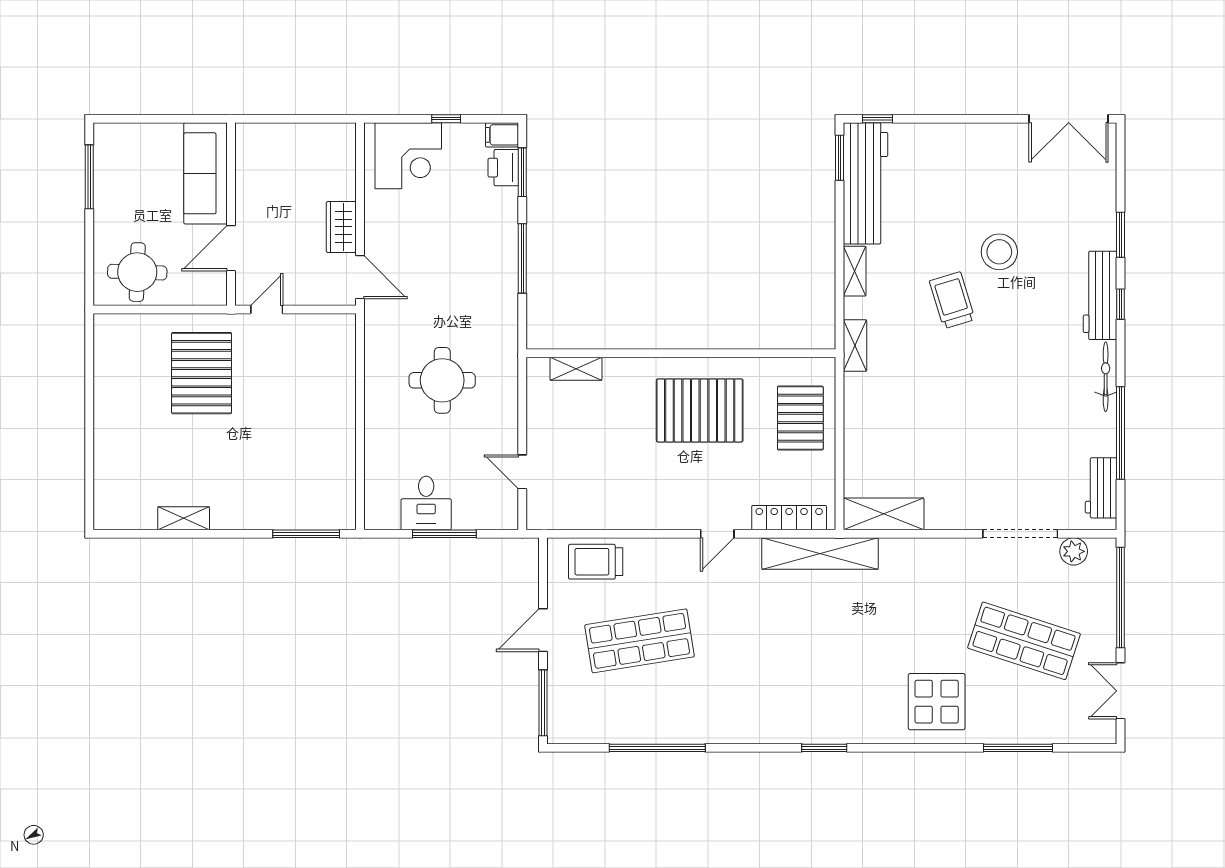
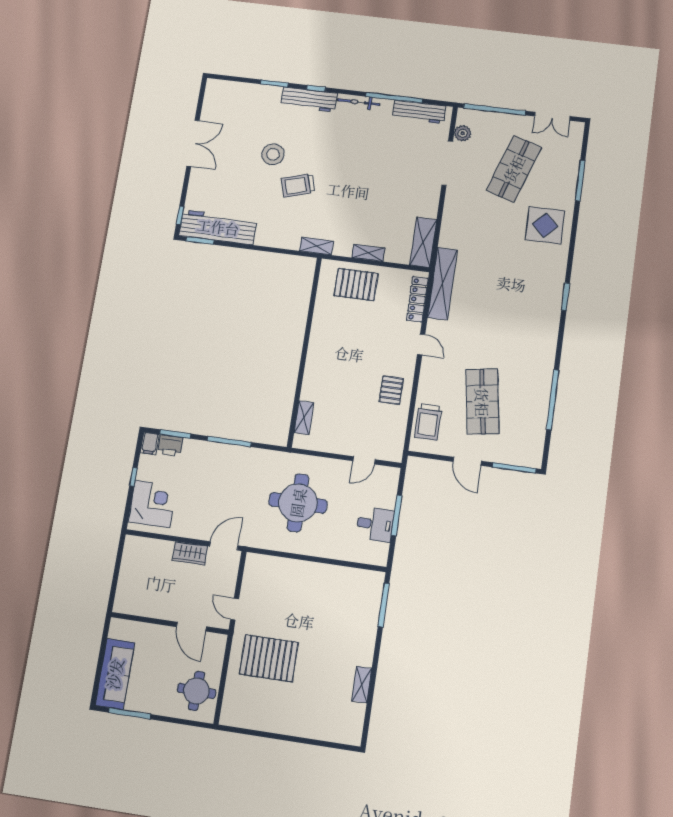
double door: (1069, 119) -> (193, 143), moved
sofa: (206, 173) -> (115, 674), moved, turned -90
shelving: (855, 271) -> (368, 253), moved
round table: (442, 380) -> (298, 503), width x1.36, depth x1.36
pallet: (700, 410) -> (391, 390), moved, width x0.49, depth x0.50
workbench: (1101, 488) -> (419, 112), width x1.38

